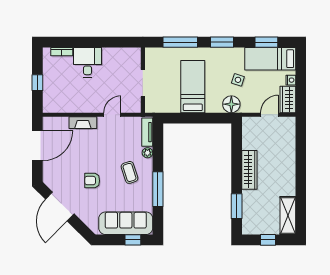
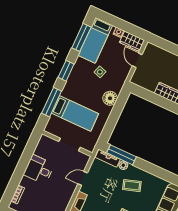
window: (266, 42) -> (81, 37), width x1.44
desk: (88, 62) -> (39, 169), moved
bed: (193, 87) -> (75, 113), moved, turned 180
floor lamp: (231, 104) -> (110, 98), moved
door: (112, 115) -> (83, 178), hinge flipped
window: (158, 189) -> (122, 155), moved

